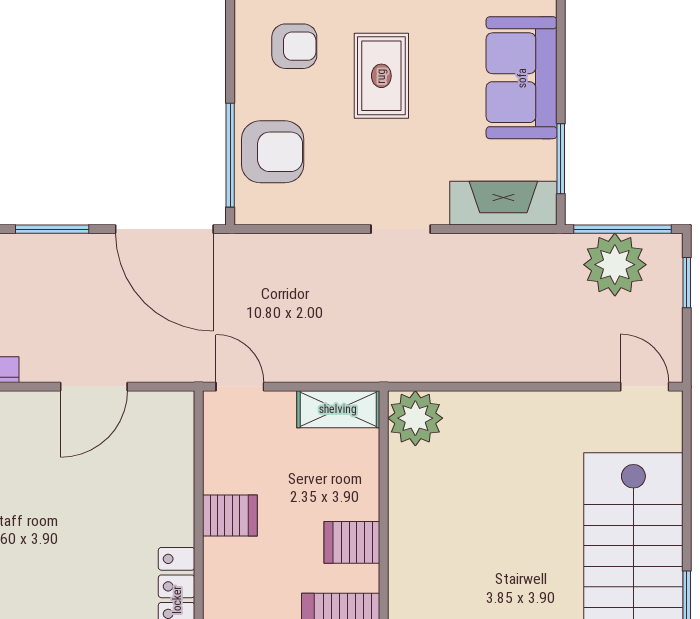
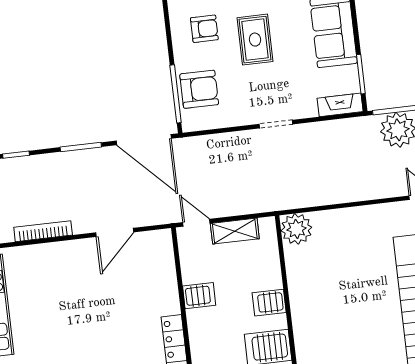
fireplace: (503, 203) -> (340, 105), width x0.73, depth x0.76
shelving: (338, 409) -> (235, 231), moved

